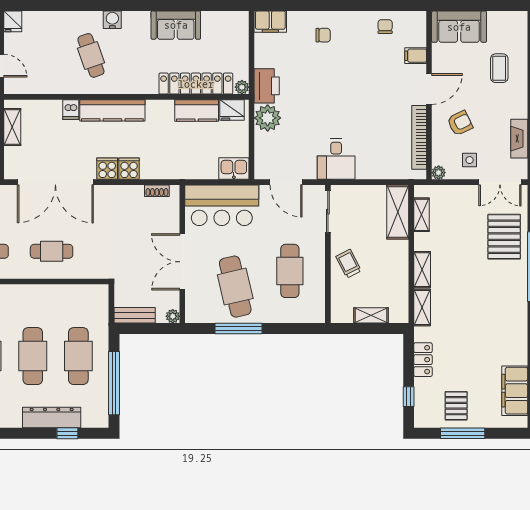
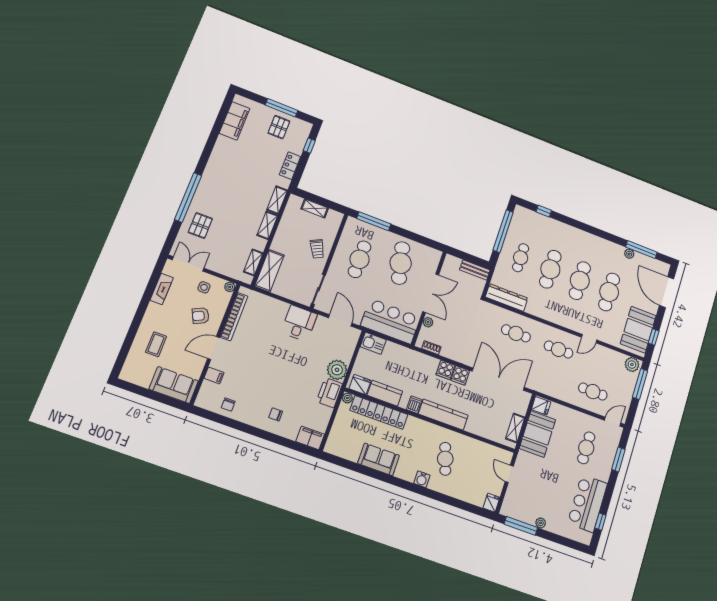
dishwasher: (71, 110) -> (414, 405), moved
pallet: (504, 237) -> (200, 225), width x0.67, depth x0.71
plant: (173, 316) -> (428, 322), moved
window: (239, 329) -> (374, 221), moved
cafe table: (78, 356) -> (521, 258), width x0.73, depth x0.74
dresser: (52, 418) -> (507, 298), moved, turned 180

